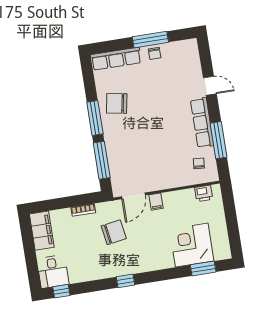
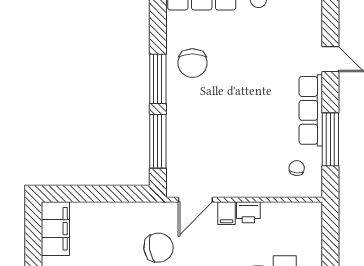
chair: (117, 103) -> (192, 63), turned -100
printer: (204, 193) -> (248, 212), moved
bookcase: (83, 210) -> (120, 209), removed

